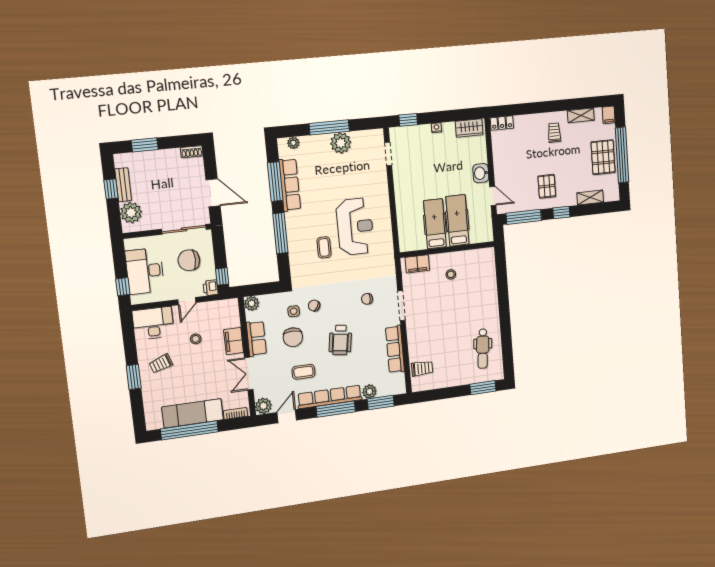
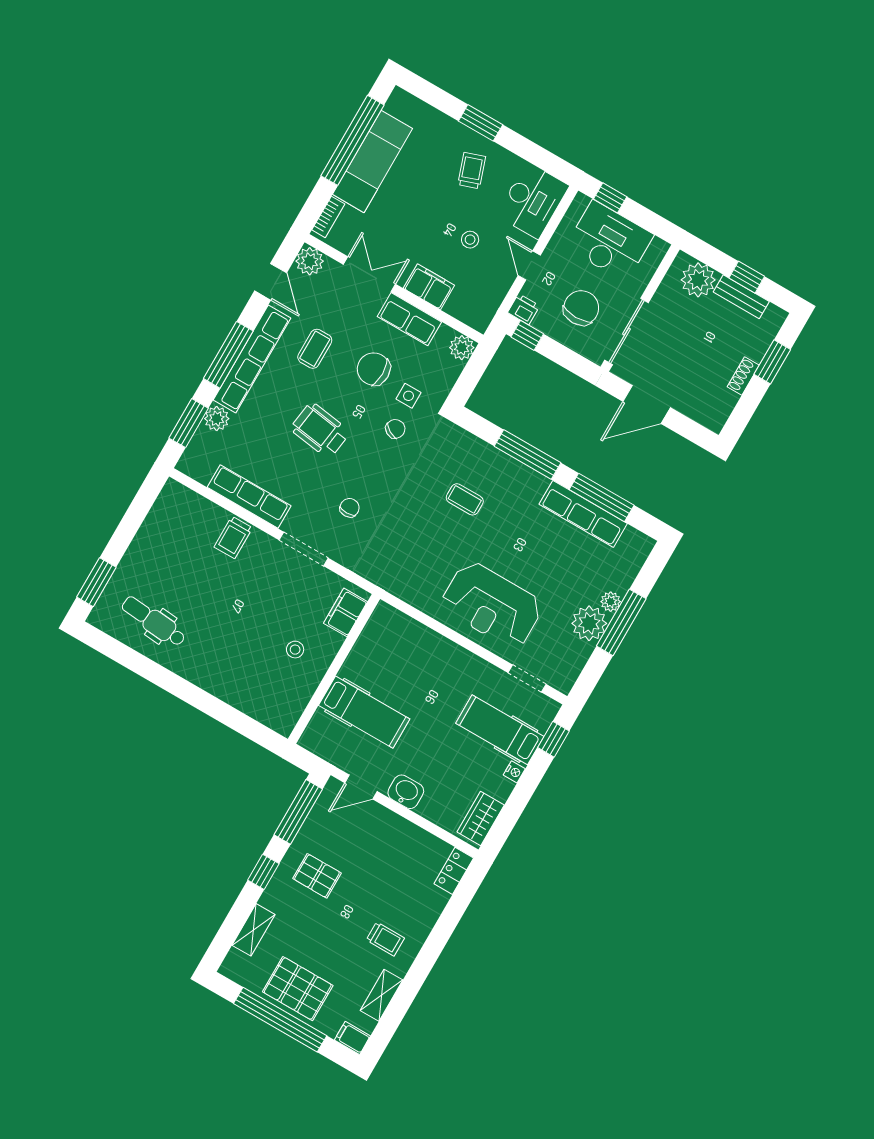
plant: (293, 143) -> (611, 602), moved
shoe rack: (192, 152) -> (743, 376), moved
hospital bed: (435, 224) -> (500, 730), moved, turned 180
reception desk: (355, 227) -> (492, 605), moved
trolley: (422, 368) -> (233, 537), moved

